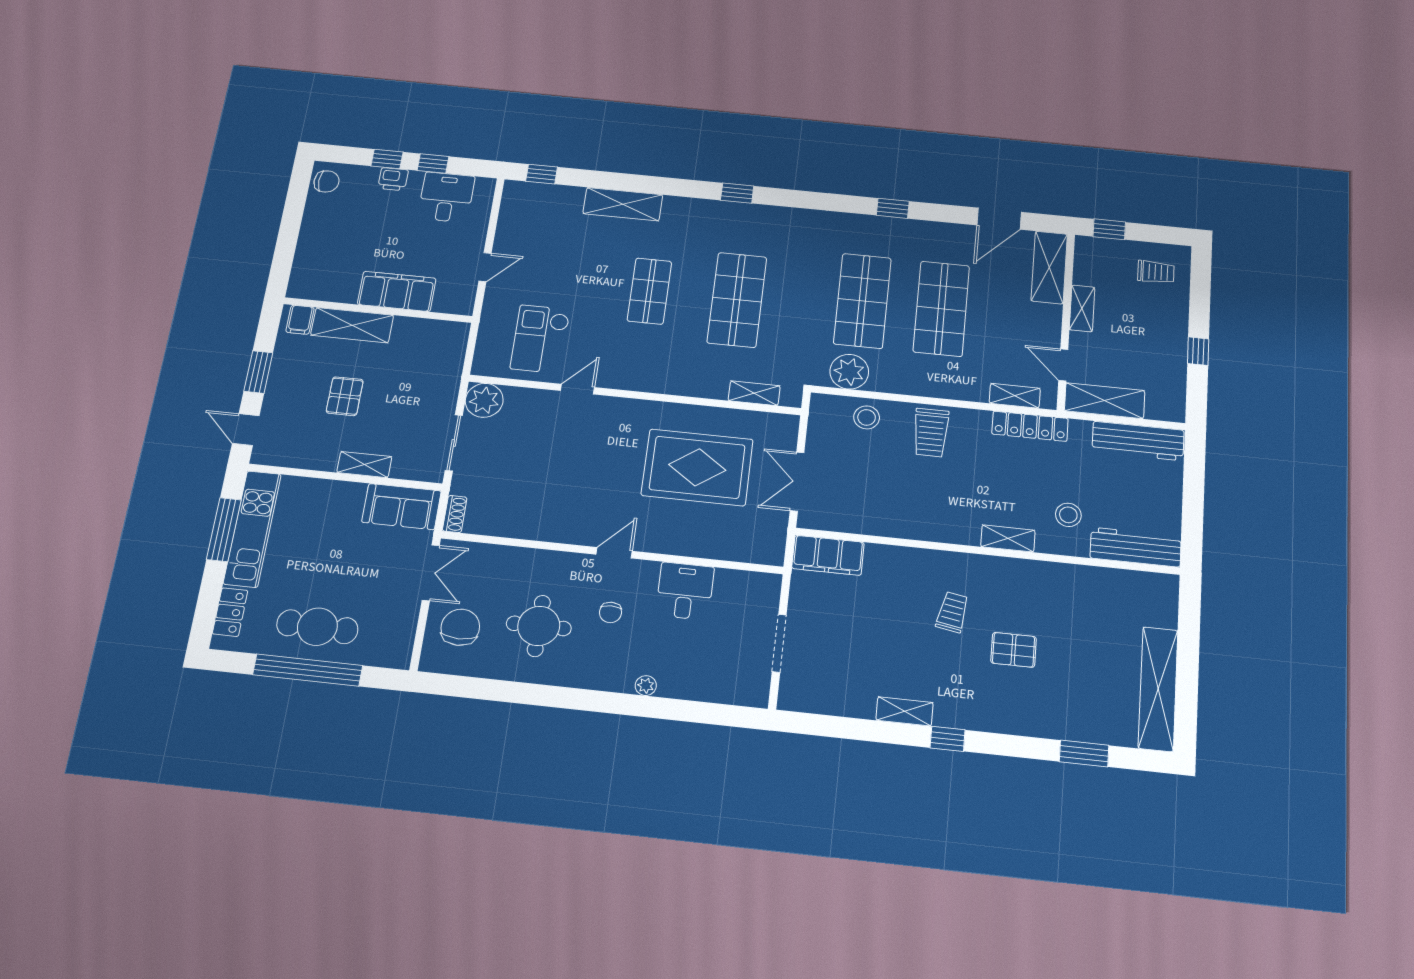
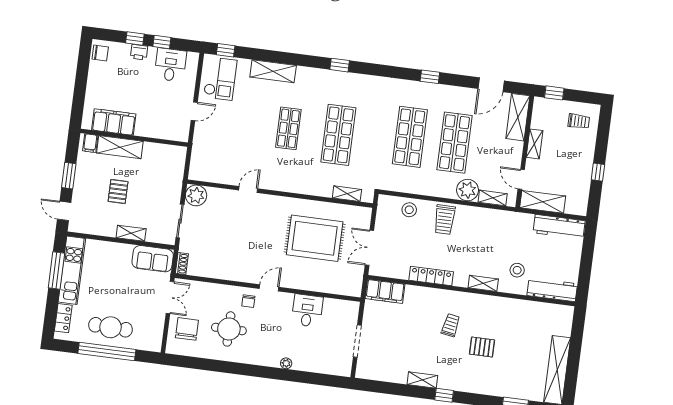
filing cabinet: (397, 291) -> (114, 122), moved
checkout: (540, 339) -> (220, 79), moved, turned 180
plant: (849, 372) -> (468, 190), moved
locker: (1030, 426) -> (431, 276), moved, turned 180
chair: (611, 612) -> (248, 301), moved

